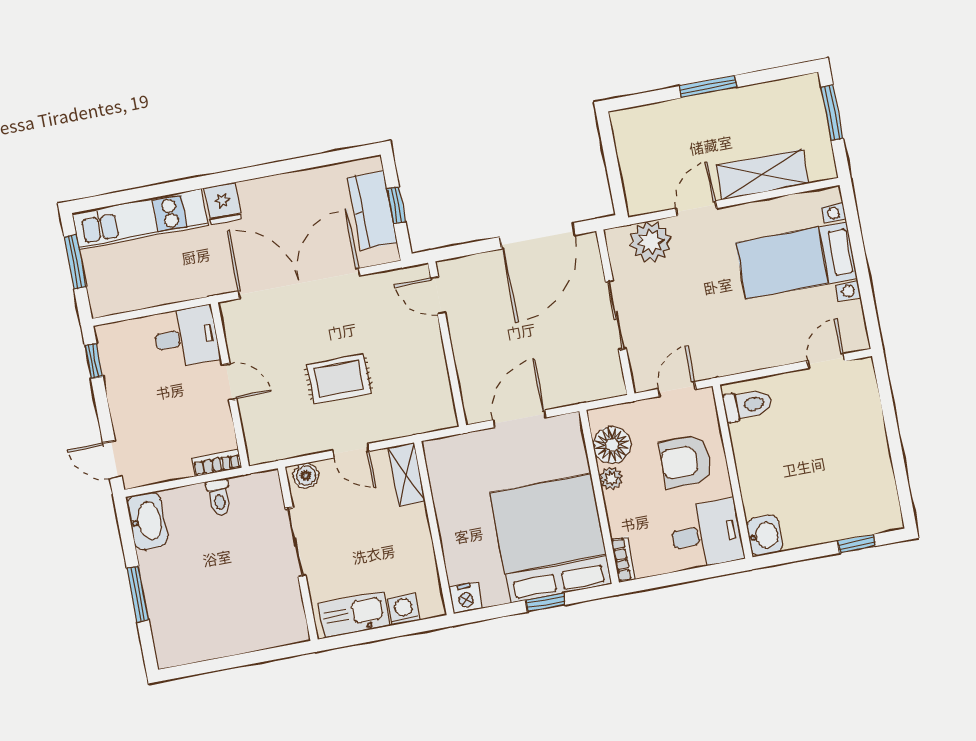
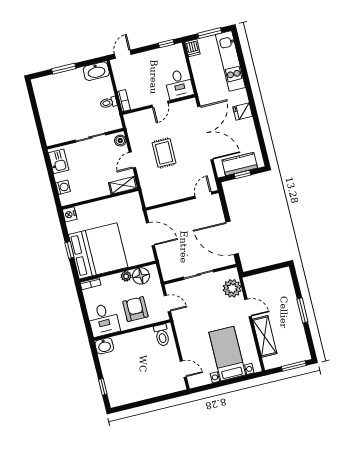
fridge: (223, 203) -> (243, 112), moved
dishwasher: (106, 302) -> (193, 48), added
kitchen sink: (354, 615) -> (59, 161), width x0.73

